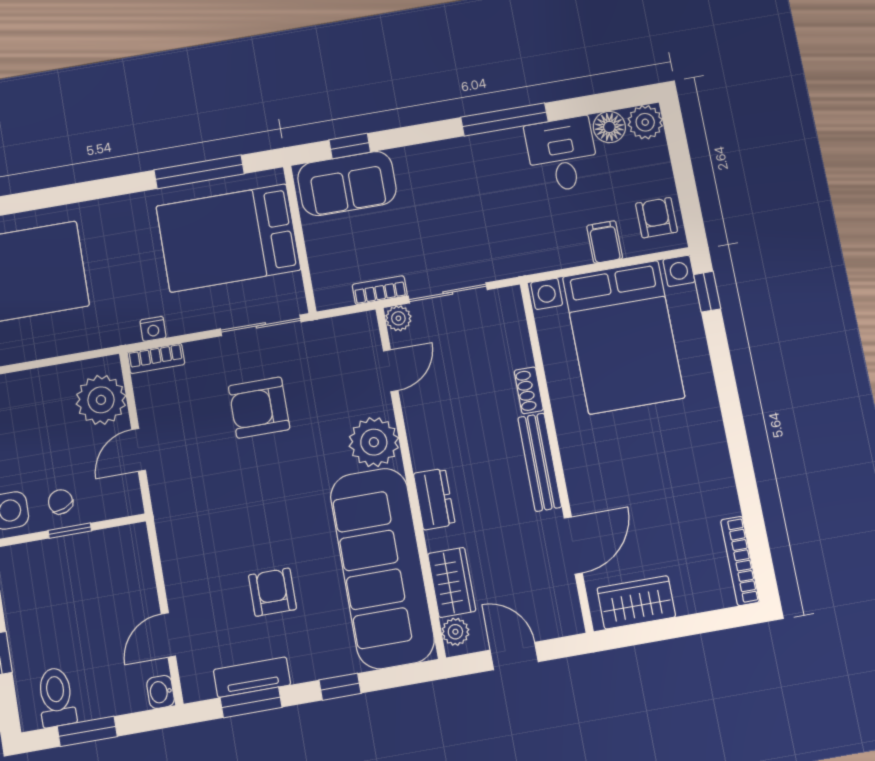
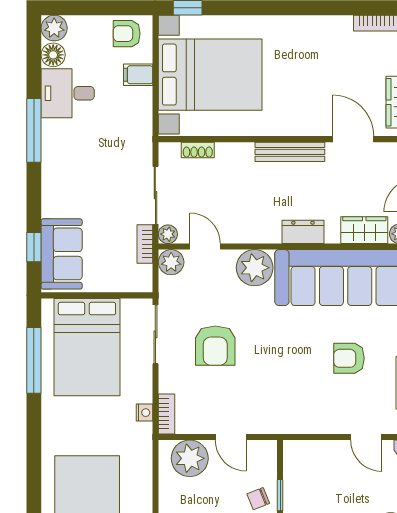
plant: (362, 329) -> (171, 262), added
shoe rack: (529, 390) -> (198, 150), moved

